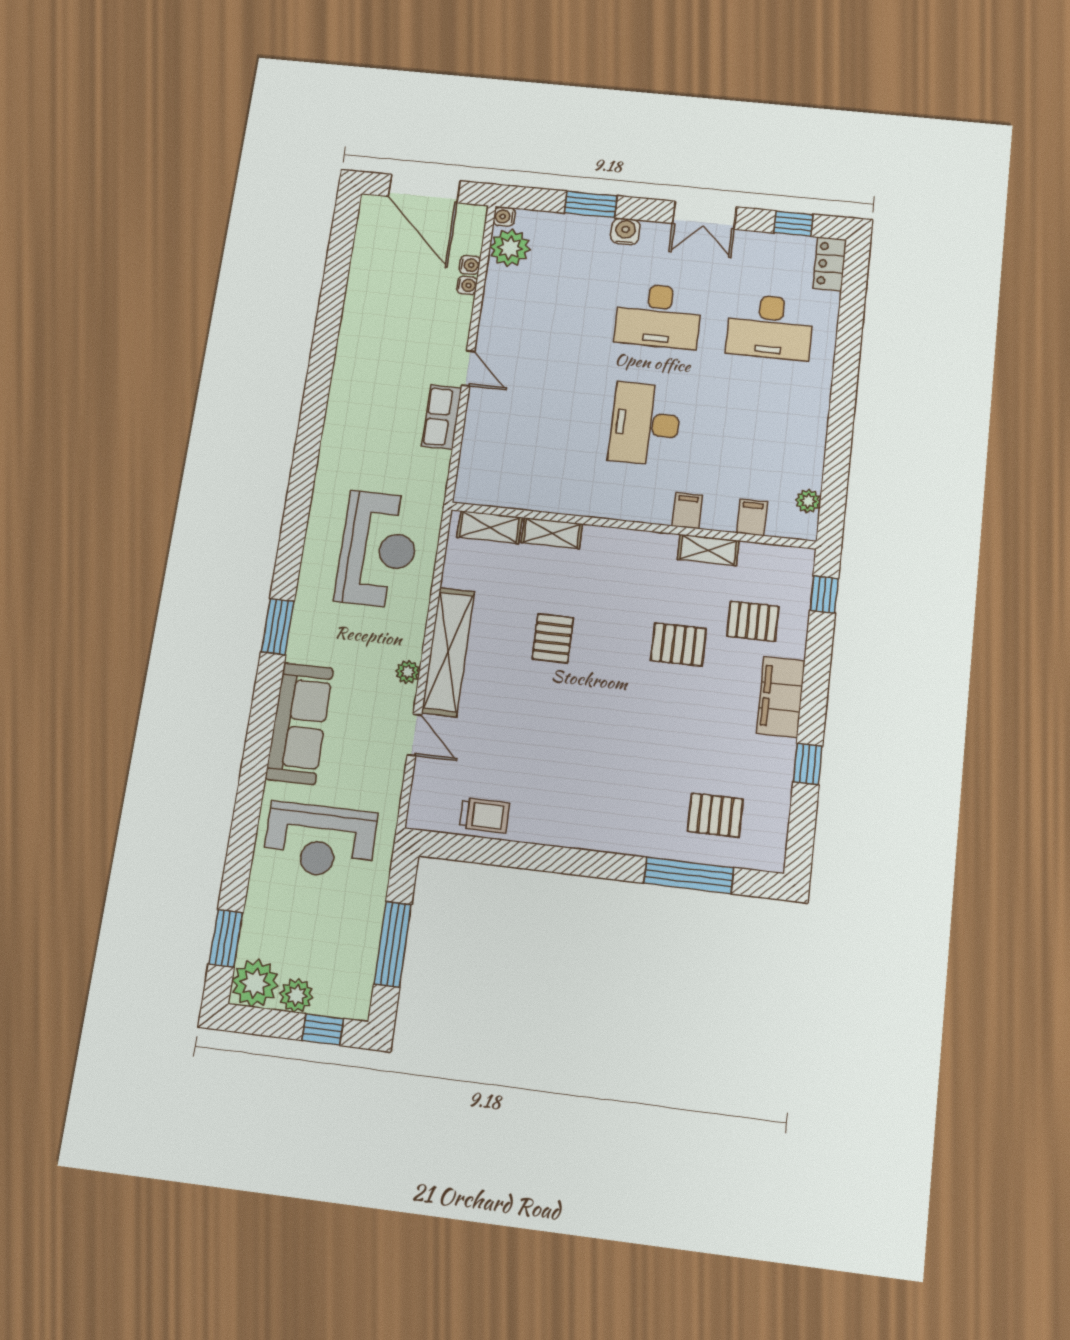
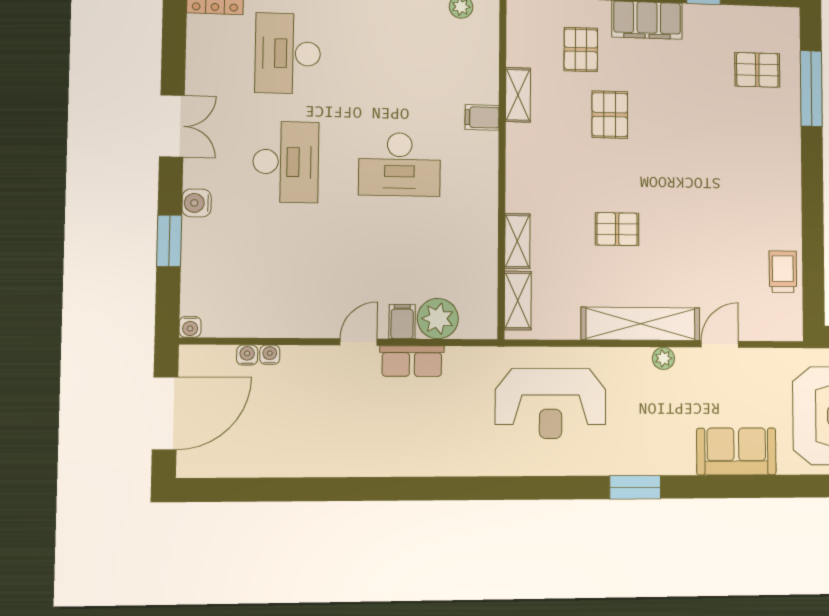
window: (793, 224) -> (174, 38), removed
plant: (510, 248) -> (438, 319), moved
desk: (770, 327) -> (288, 53), turned 180
filing cabinet: (752, 517) -> (402, 321), moved, turned 90
reception desk: (378, 549) -> (551, 403), turned 180
sofa: (299, 723) -> (736, 451), width x0.73
pallet: (715, 815) -> (757, 70), turned 90

